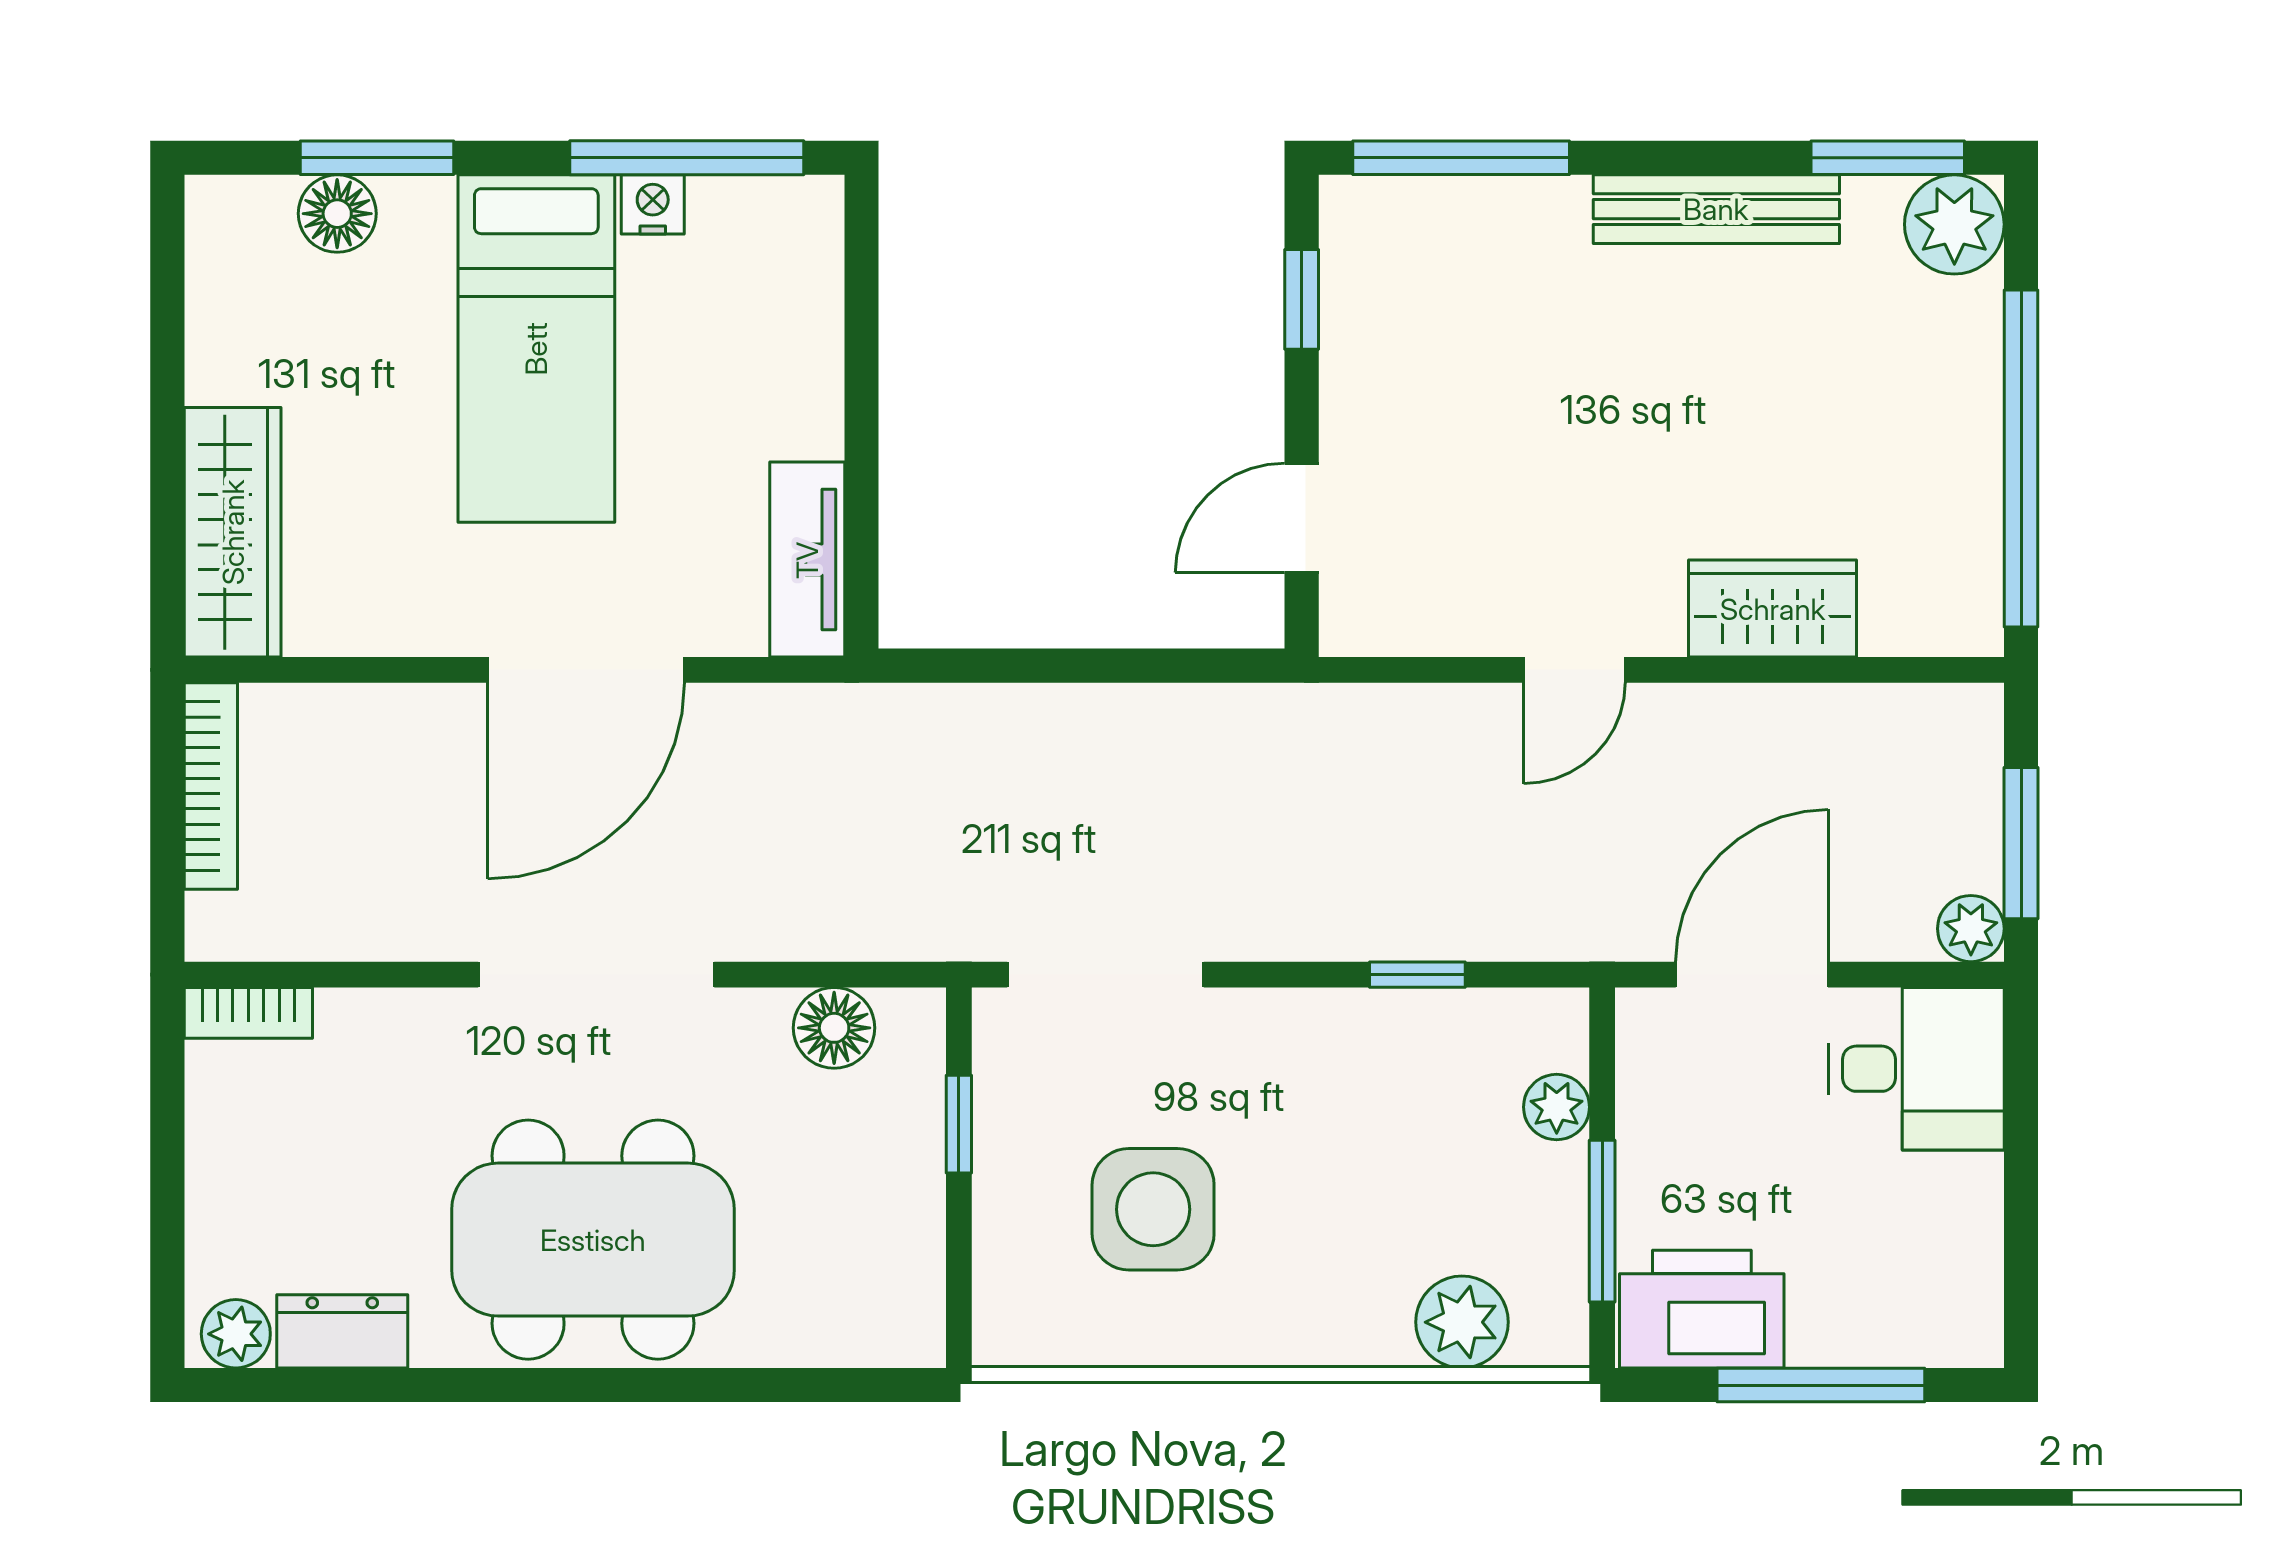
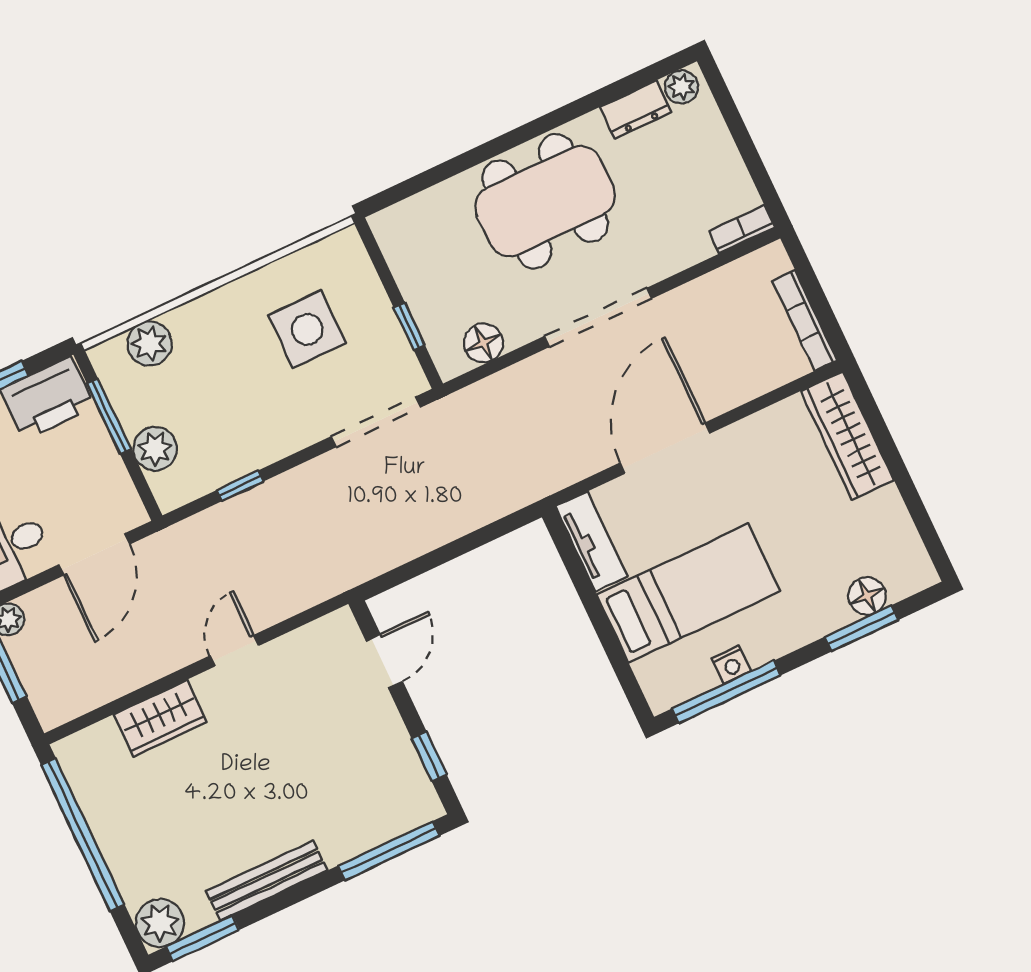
bed: (536, 349) -> (688, 593), moved, turned 90
plant: (1557, 1107) -> (155, 449), width x1.38, depth x1.38

